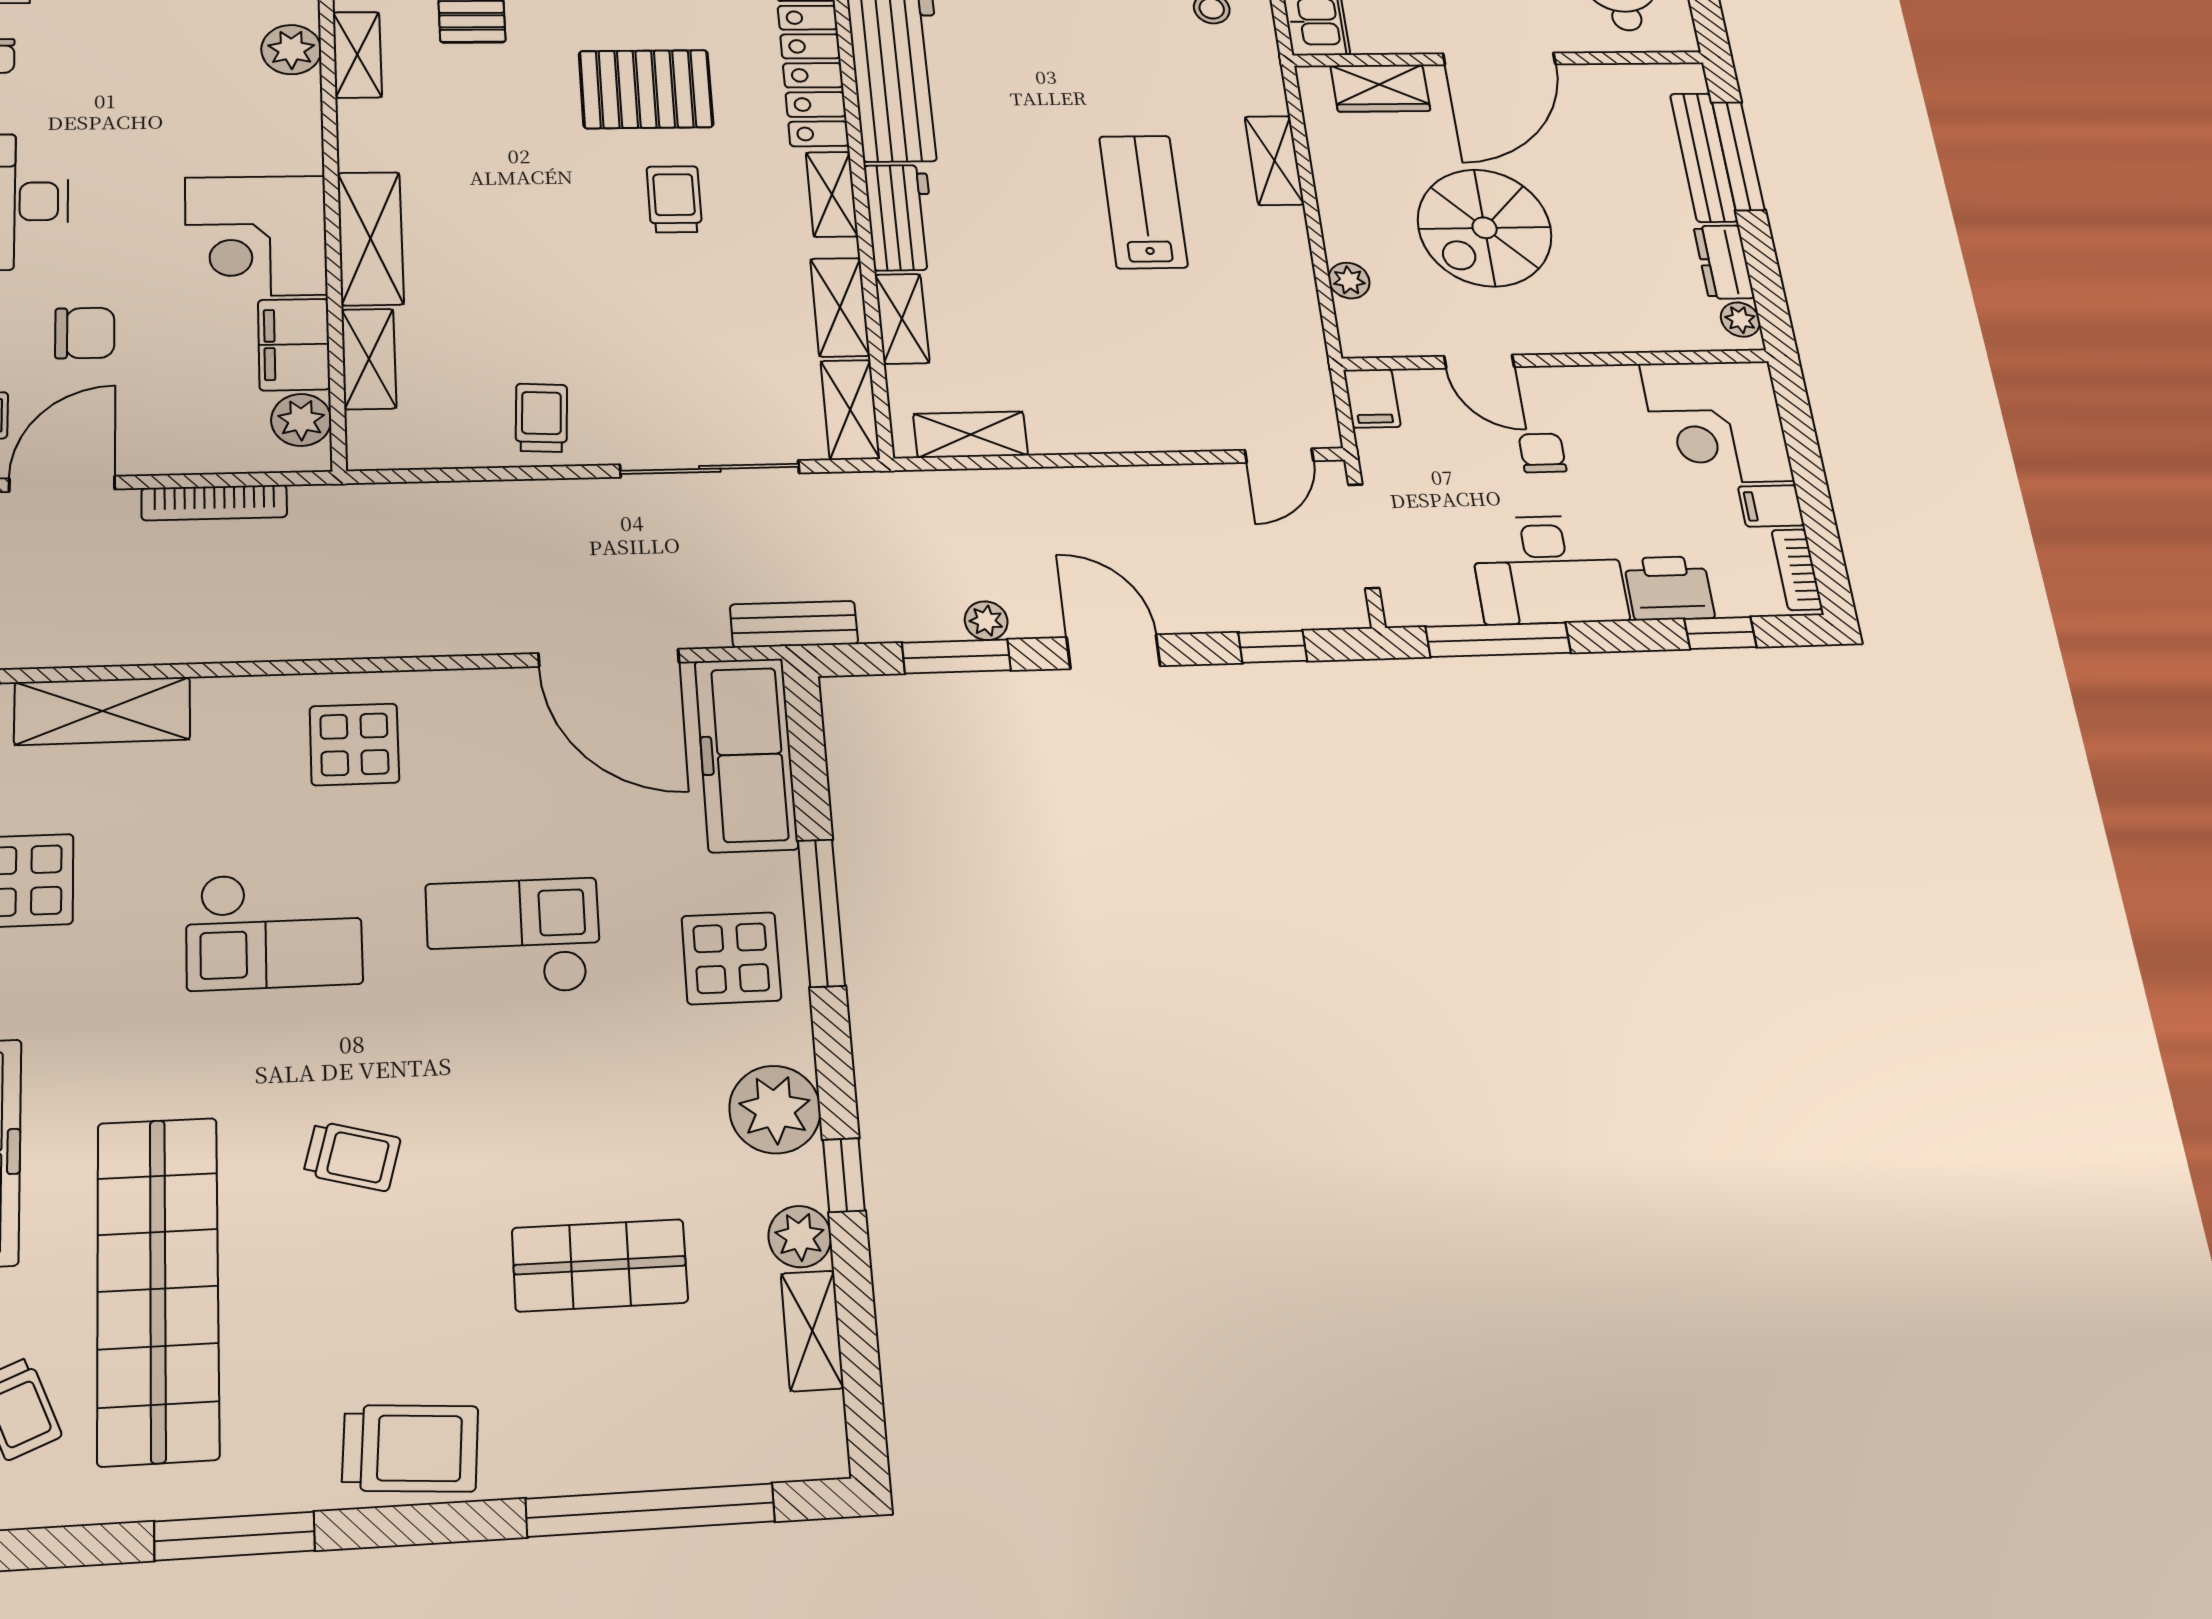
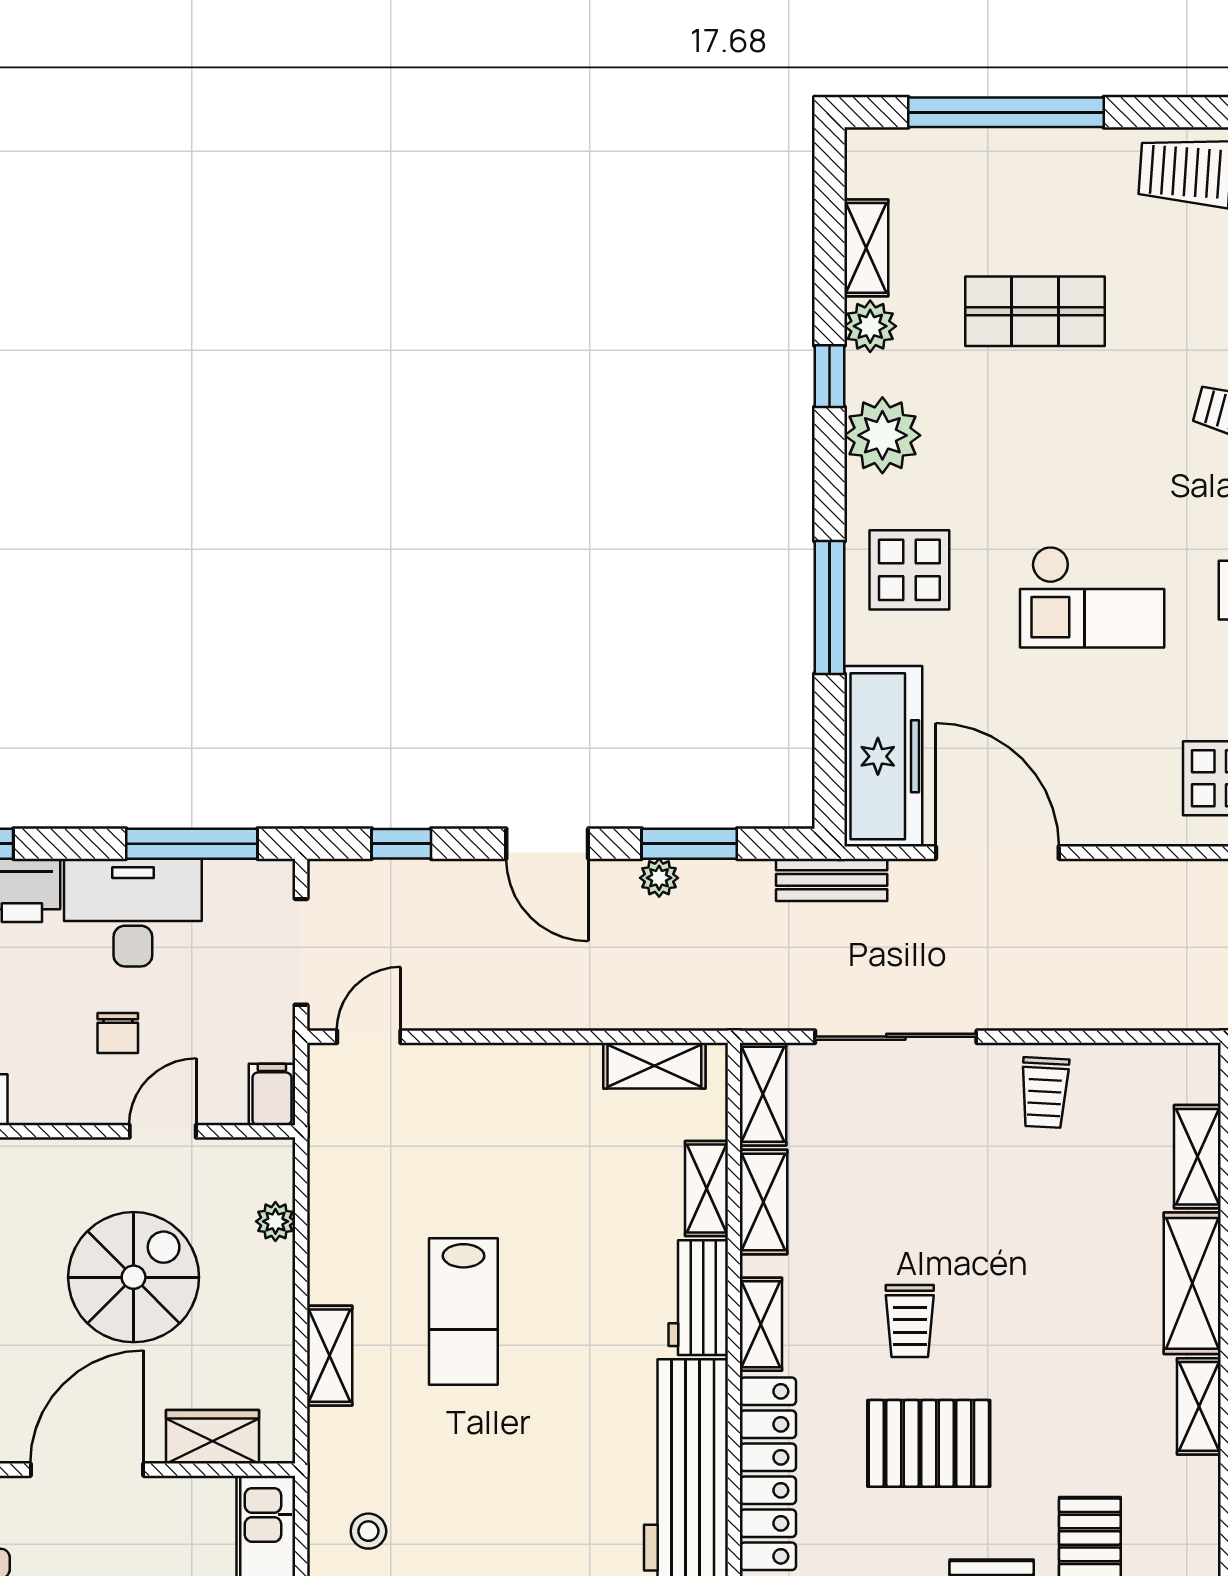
shelving: (357, 55) -> (1199, 1406), moved
door: (1479, 362) -> (163, 1131), hinge flipped

